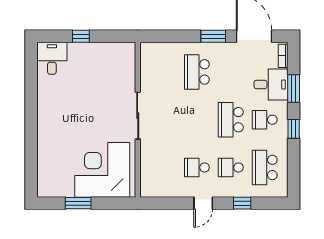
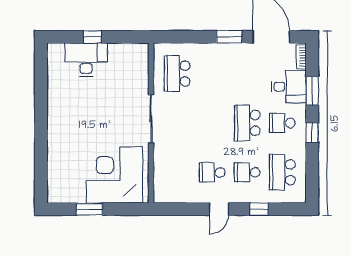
desk: (52, 58) -> (86, 59), moved, width x1.37
school desk: (197, 72) -> (177, 74), moved

